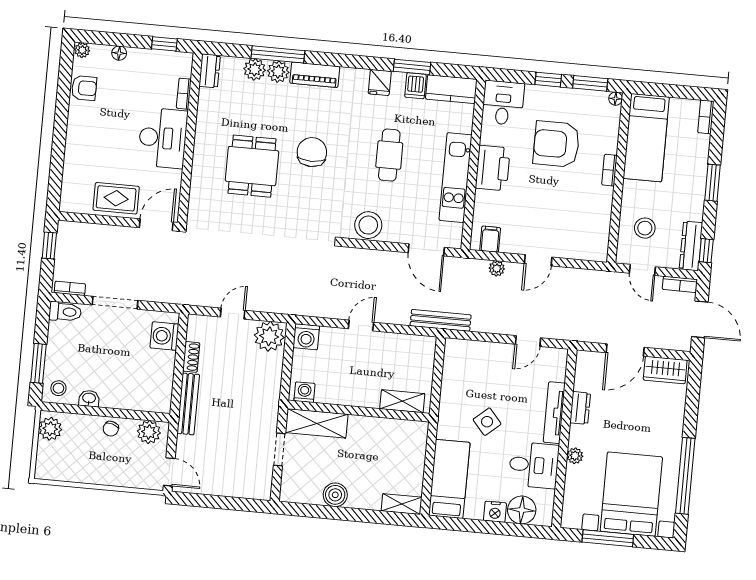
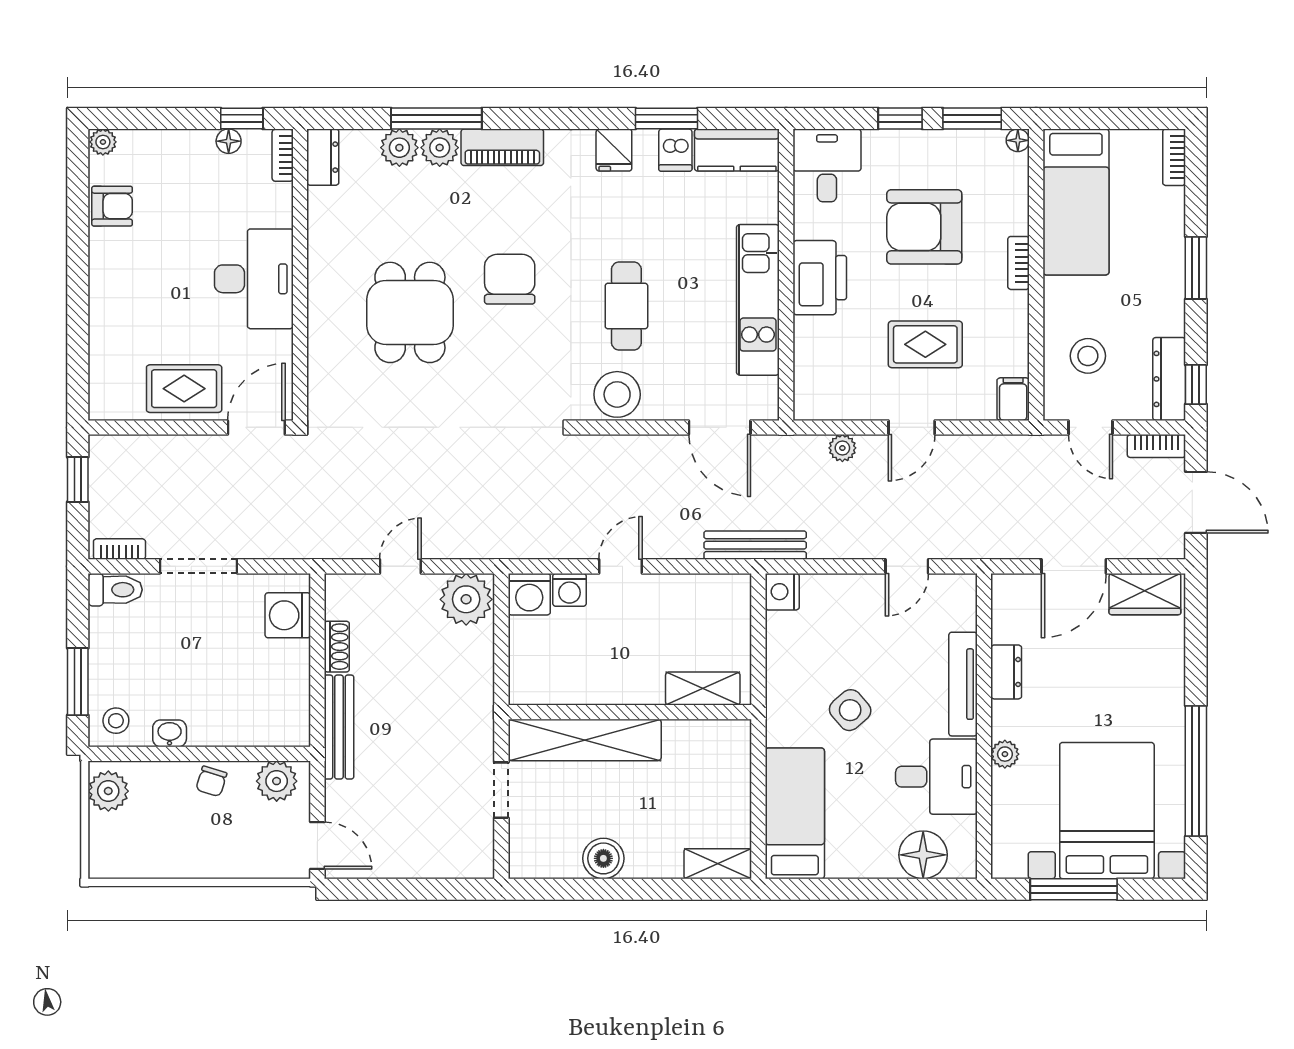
floor lamp: (119, 53) -> (229, 141), moved
bookcase: (184, 94) -> (283, 155), moved
cafe table: (389, 155) -> (626, 306), moved
rug: (551, 213) -> (925, 344), added
filing cabinet: (490, 239) -> (1013, 399), moved
washing machine: (304, 392) -> (570, 590), moved, turned 180
shelving: (317, 423) -> (585, 740), width x1.47
nightstand: (495, 512) -> (782, 592), moved, turned 90

